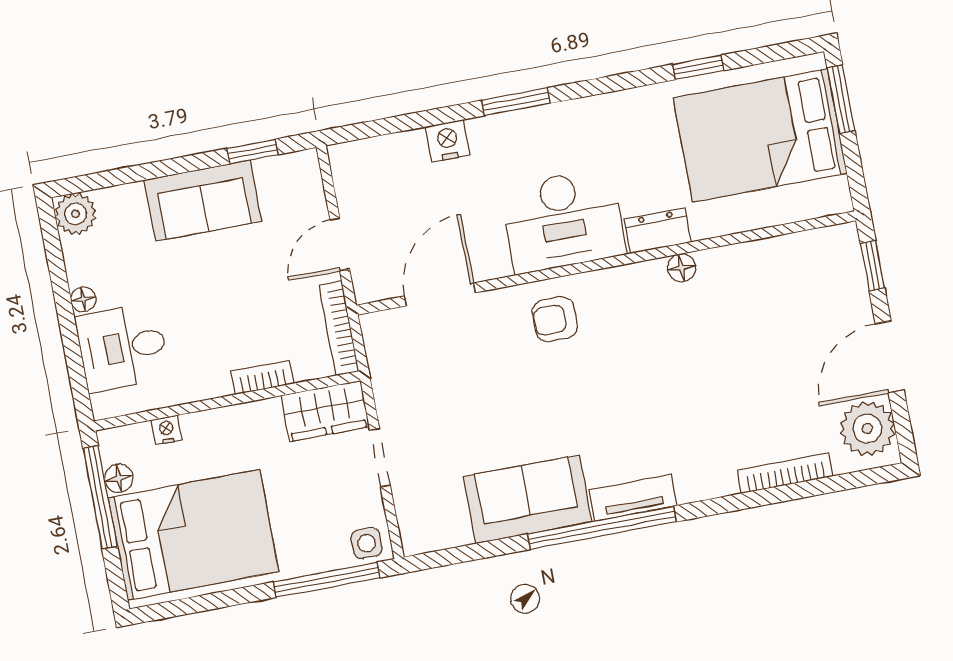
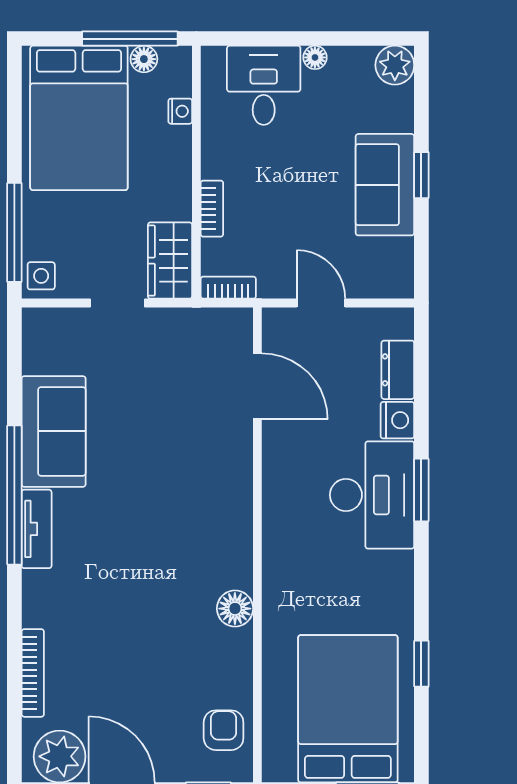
window: (253, 152) -> (421, 175), moved
desk: (563, 221) -> (372, 495), moved, turned 180
dresser: (658, 231) -> (398, 370), moved, turned 180
floor lamp: (681, 268) -> (235, 609), width x1.37, depth x1.37
armchair: (555, 319) -> (224, 730), moved
bookcase: (339, 328) -> (228, 288), width x0.64

